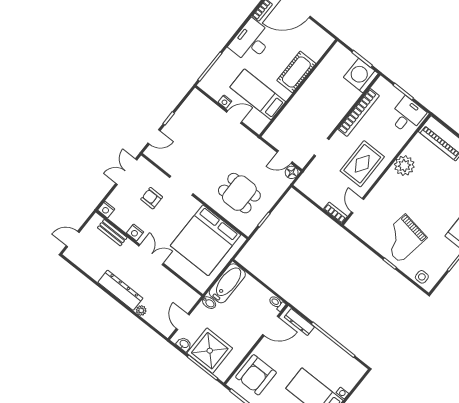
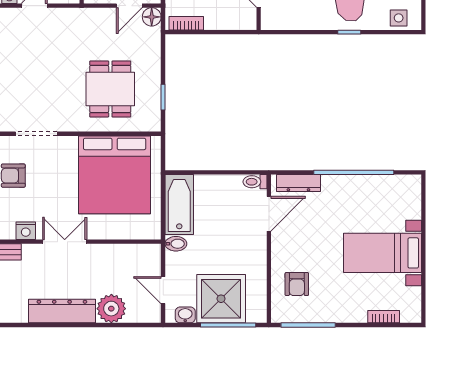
dining table: (239, 193) -> (110, 89), turned 90
bookcase: (335, 213) -> (186, 23), moved
plant: (141, 310) -> (111, 309), width x1.88, depth x1.88
armchair: (256, 375) -> (297, 284), width x0.53, depth x0.53

